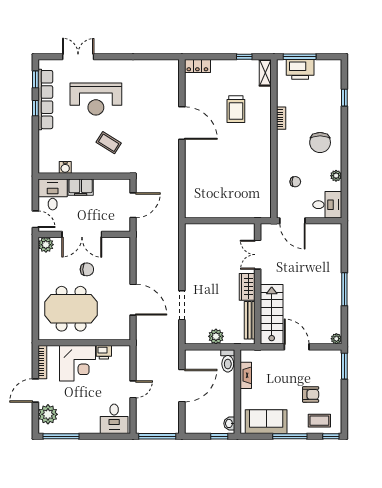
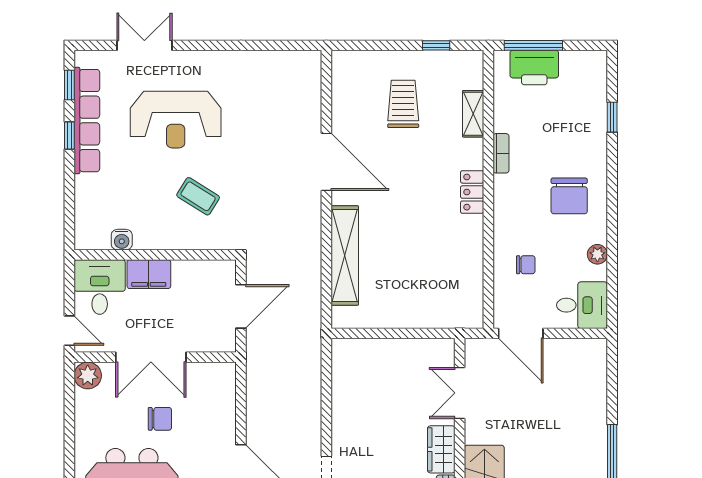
locker: (197, 66) -> (472, 192), moved, turned 90
shelving: (265, 73) -> (473, 114), moved
trolley: (236, 109) -> (403, 104), moved, turned 180
shelving: (192, 176) -> (345, 255), added

